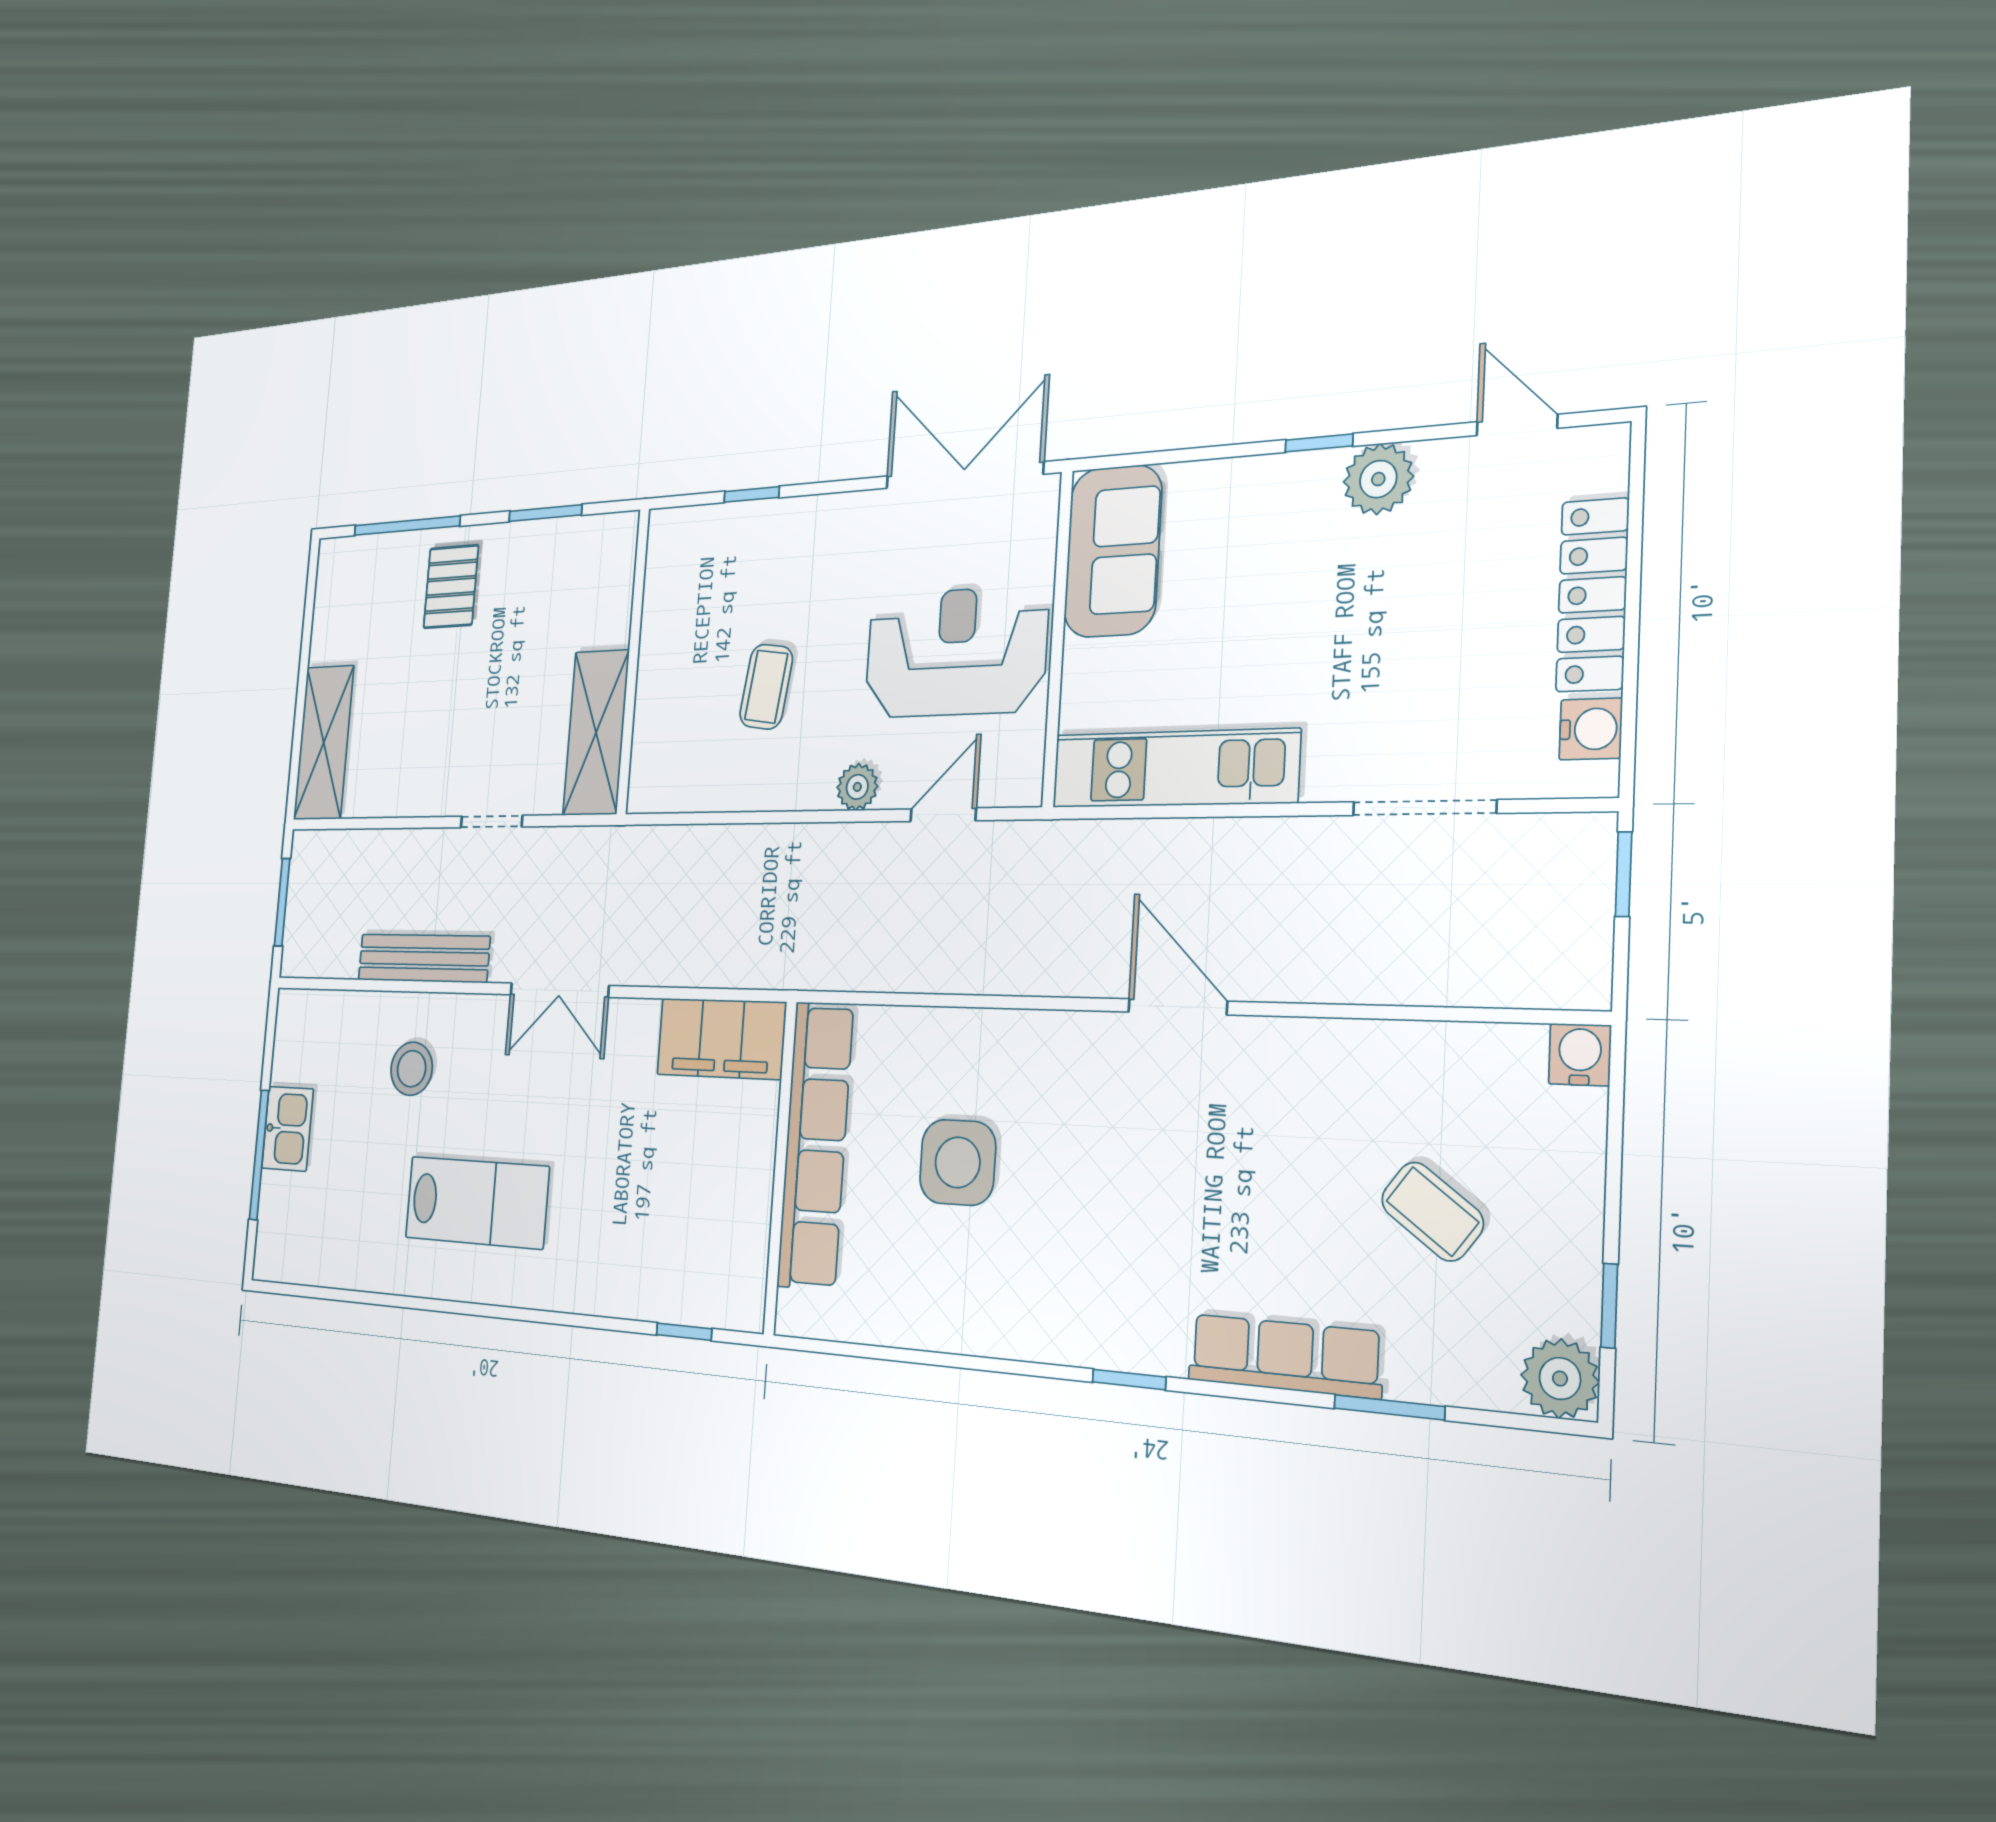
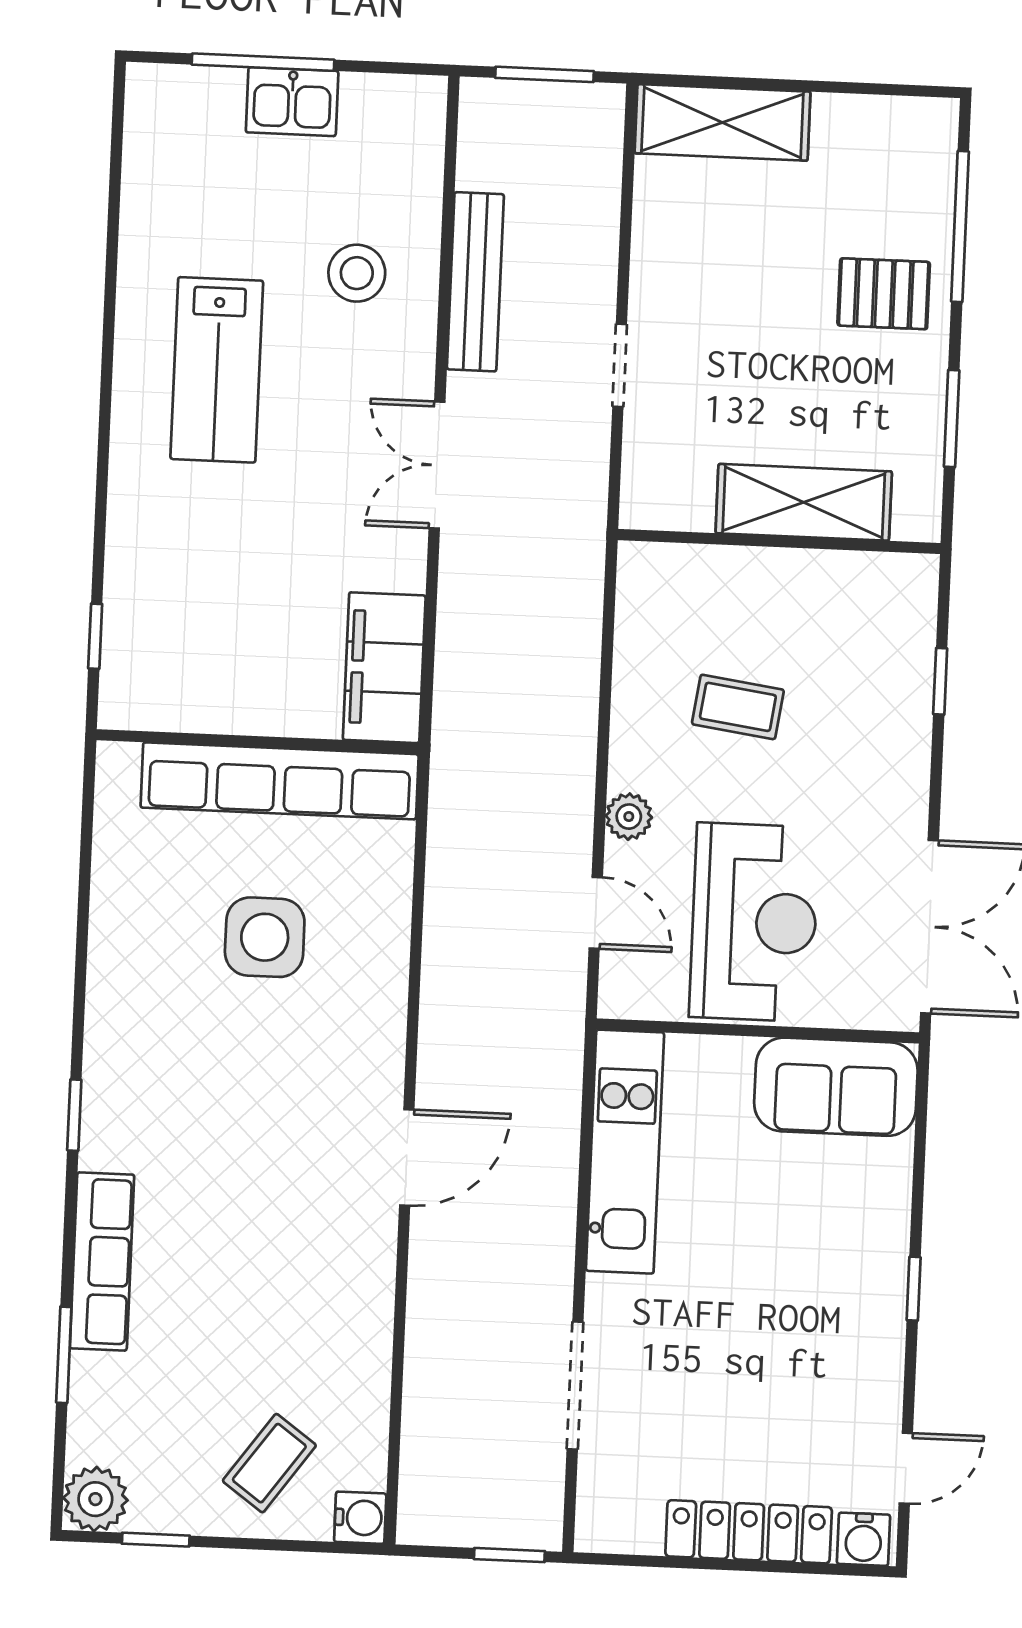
plant: (1378, 479) -> (873, 1344), removed
water cooler: (1591, 729) -> (863, 1539), moved
shelving: (596, 733) -> (804, 502), moved
coffee table: (1432, 1212) -> (269, 1463), moved

